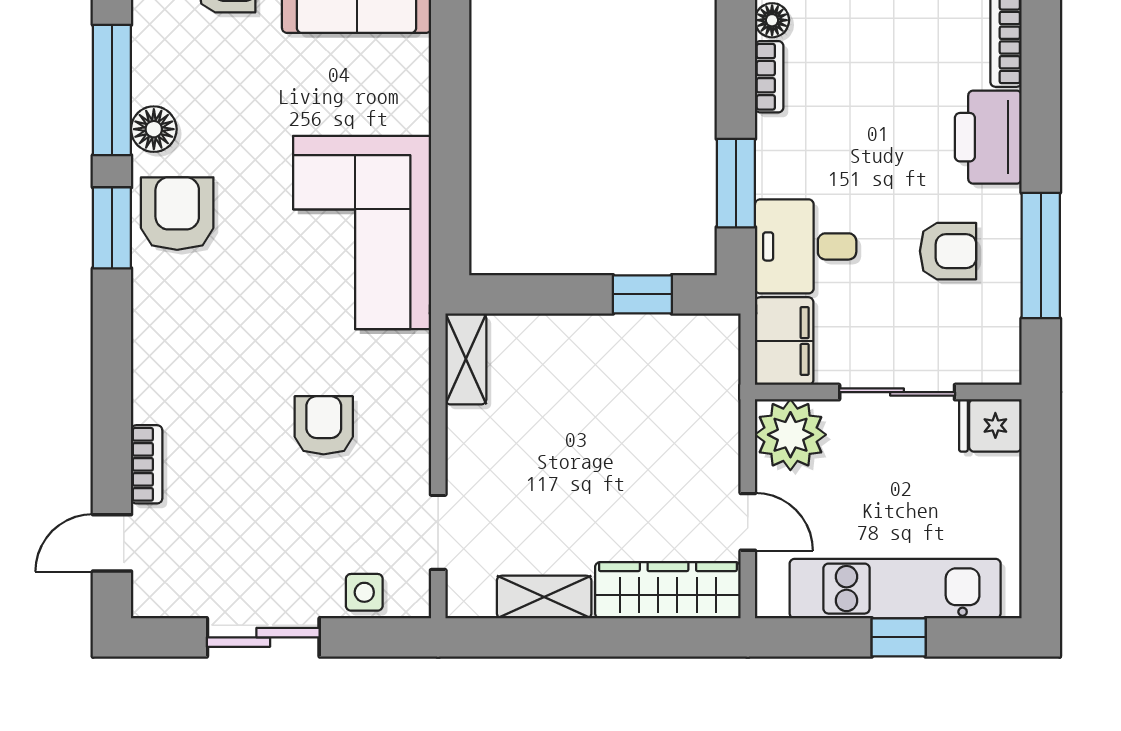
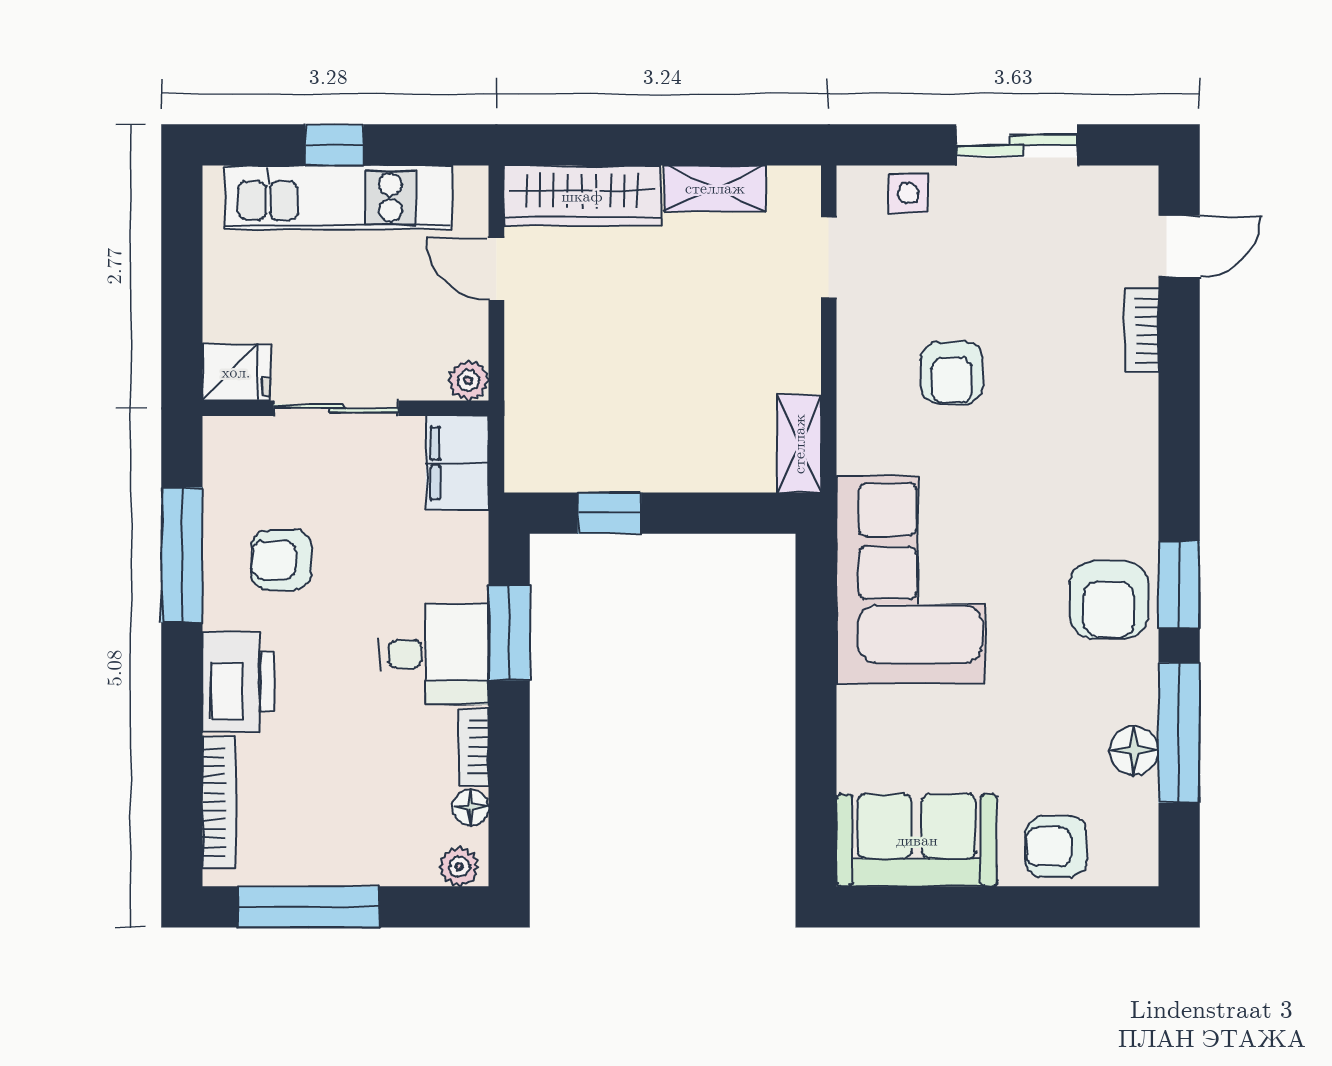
floor lamp: (154, 129) -> (1134, 751), moved
desk: (806, 246) -> (434, 654), moved
plant: (790, 435) -> (468, 380), width x0.53, depth x0.53

